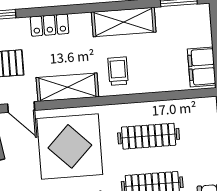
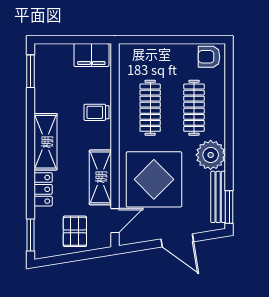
shelving: (124, 22) -> (46, 142), moved
trolley: (118, 71) -> (97, 112), moved

